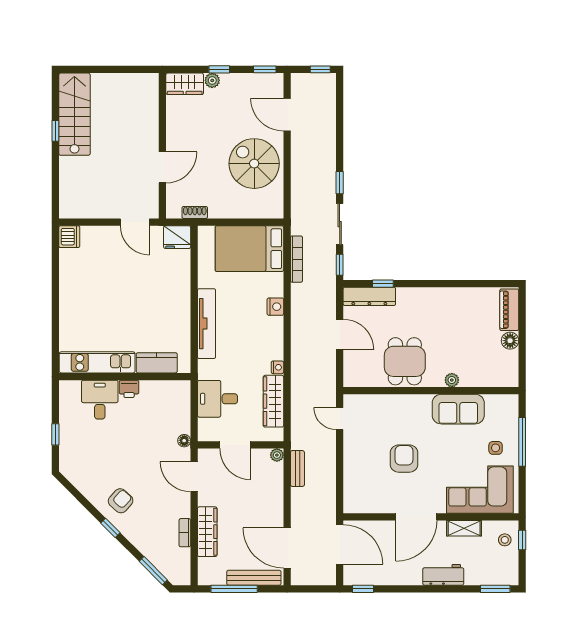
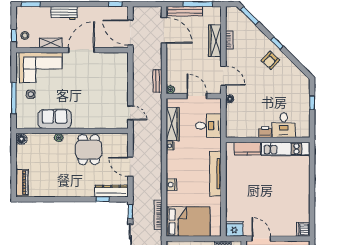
floor lamp: (510, 341) -> (21, 139), moved
armchair: (404, 459) -> (89, 87), removed

